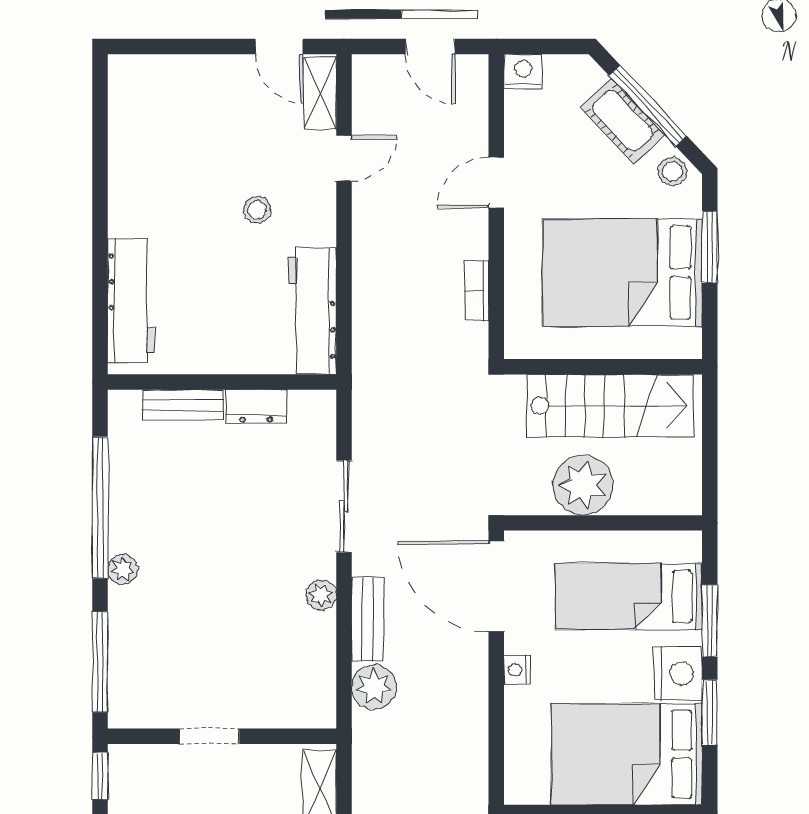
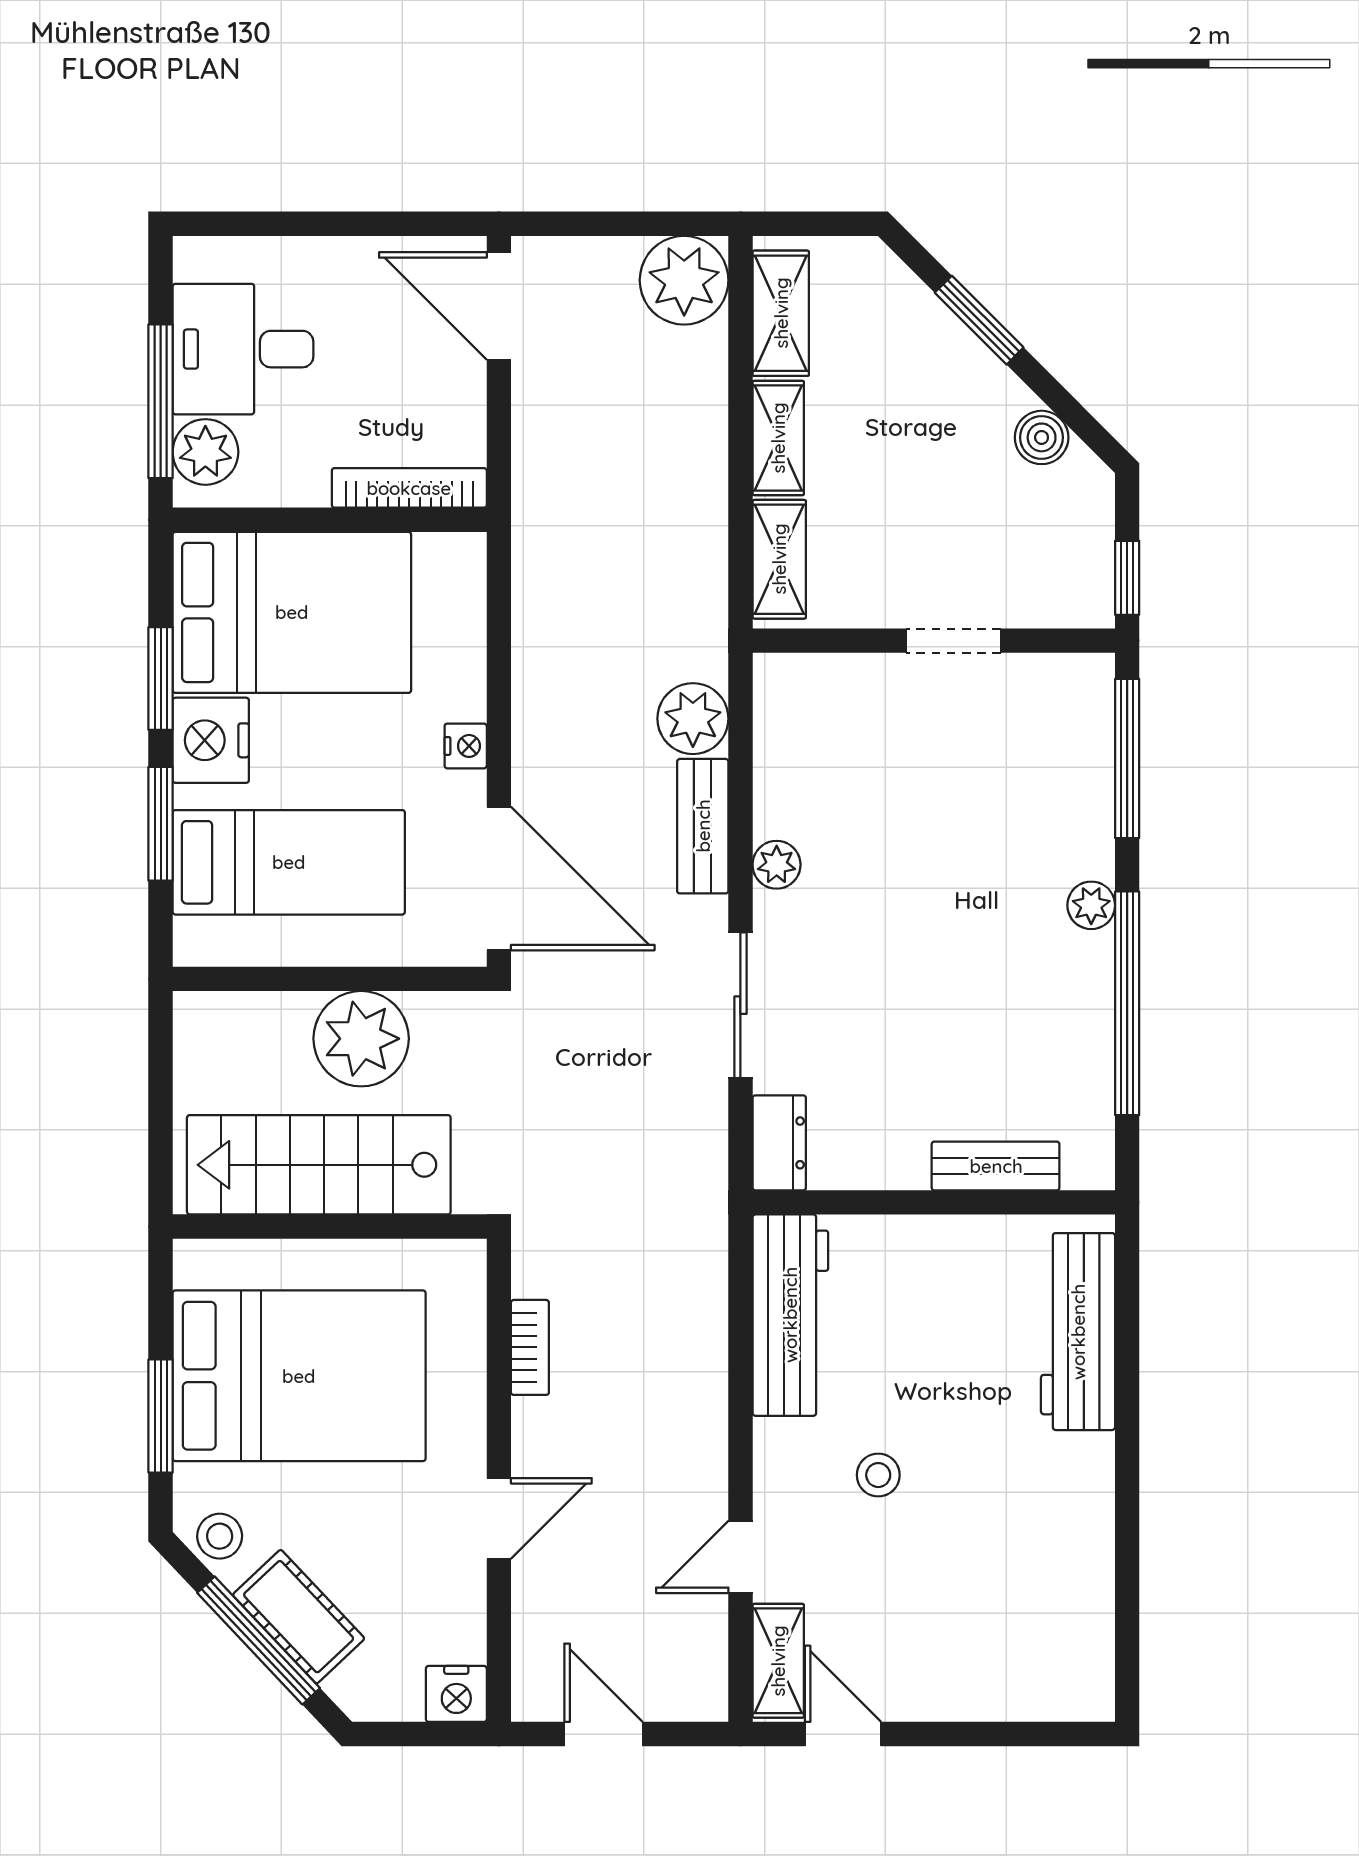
dresser: (256, 406) -> (779, 1143), moved, turned 90

